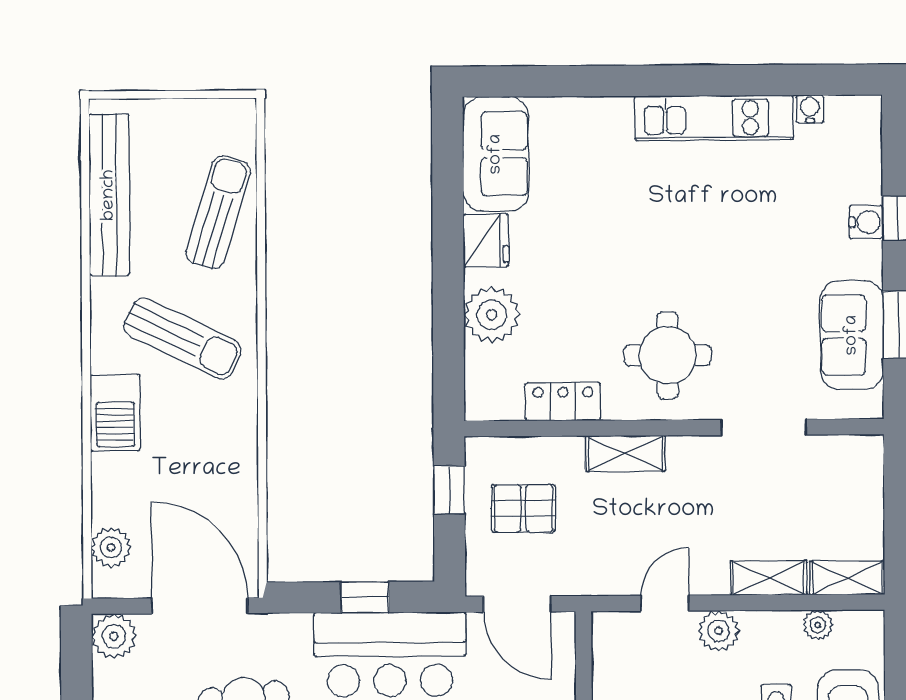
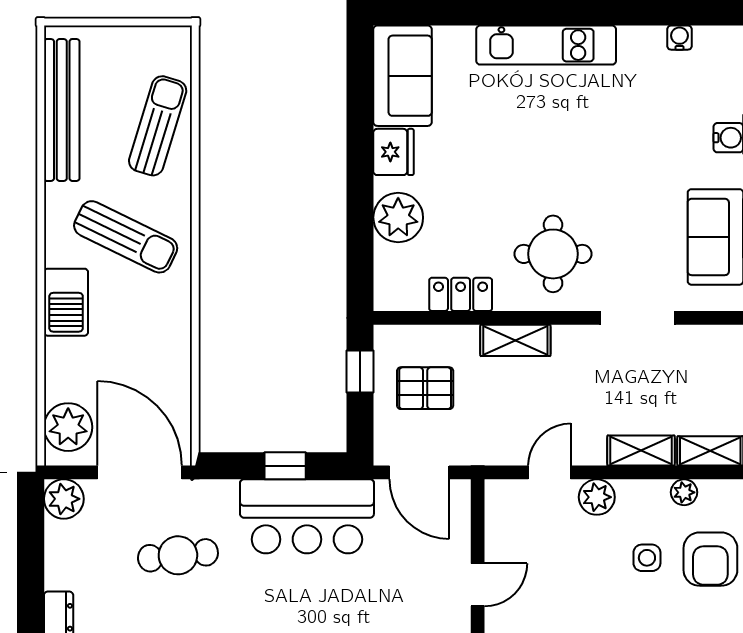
kitchen unit: (714, 118) -> (546, 45), moved
plant: (111, 547) -> (68, 427), width x1.36, depth x1.36

